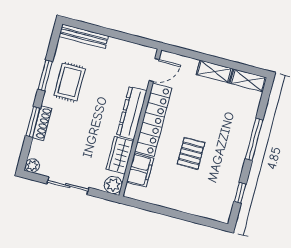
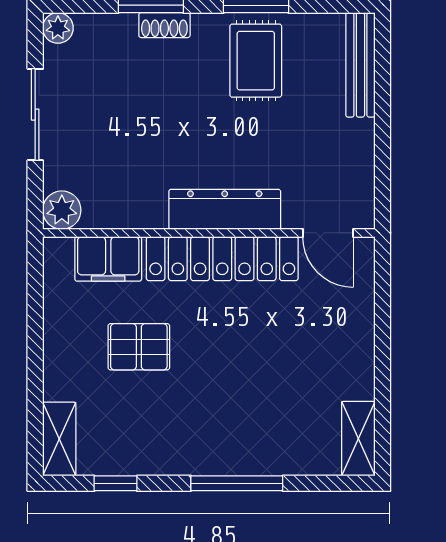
shelving: (214, 71) -> (59, 439), moved
rug: (70, 82) -> (256, 61), turned 90
shoe rack: (42, 123) -> (164, 25), width x0.70
pallet: (191, 153) -> (139, 347), moved
wardrobe: (120, 155) -> (129, 208), removed

